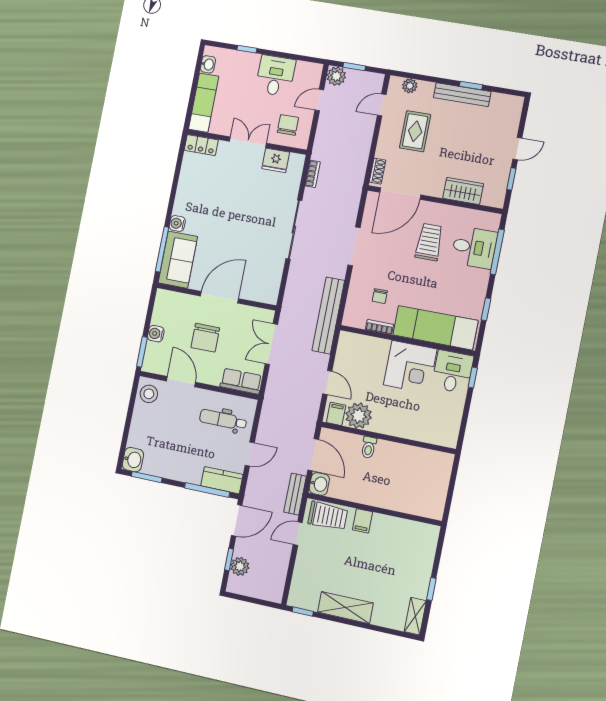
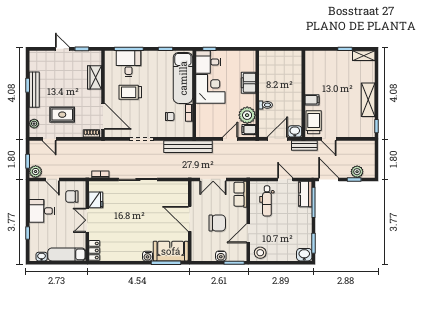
filing cabinet: (408, 428) -> (249, 83), added

